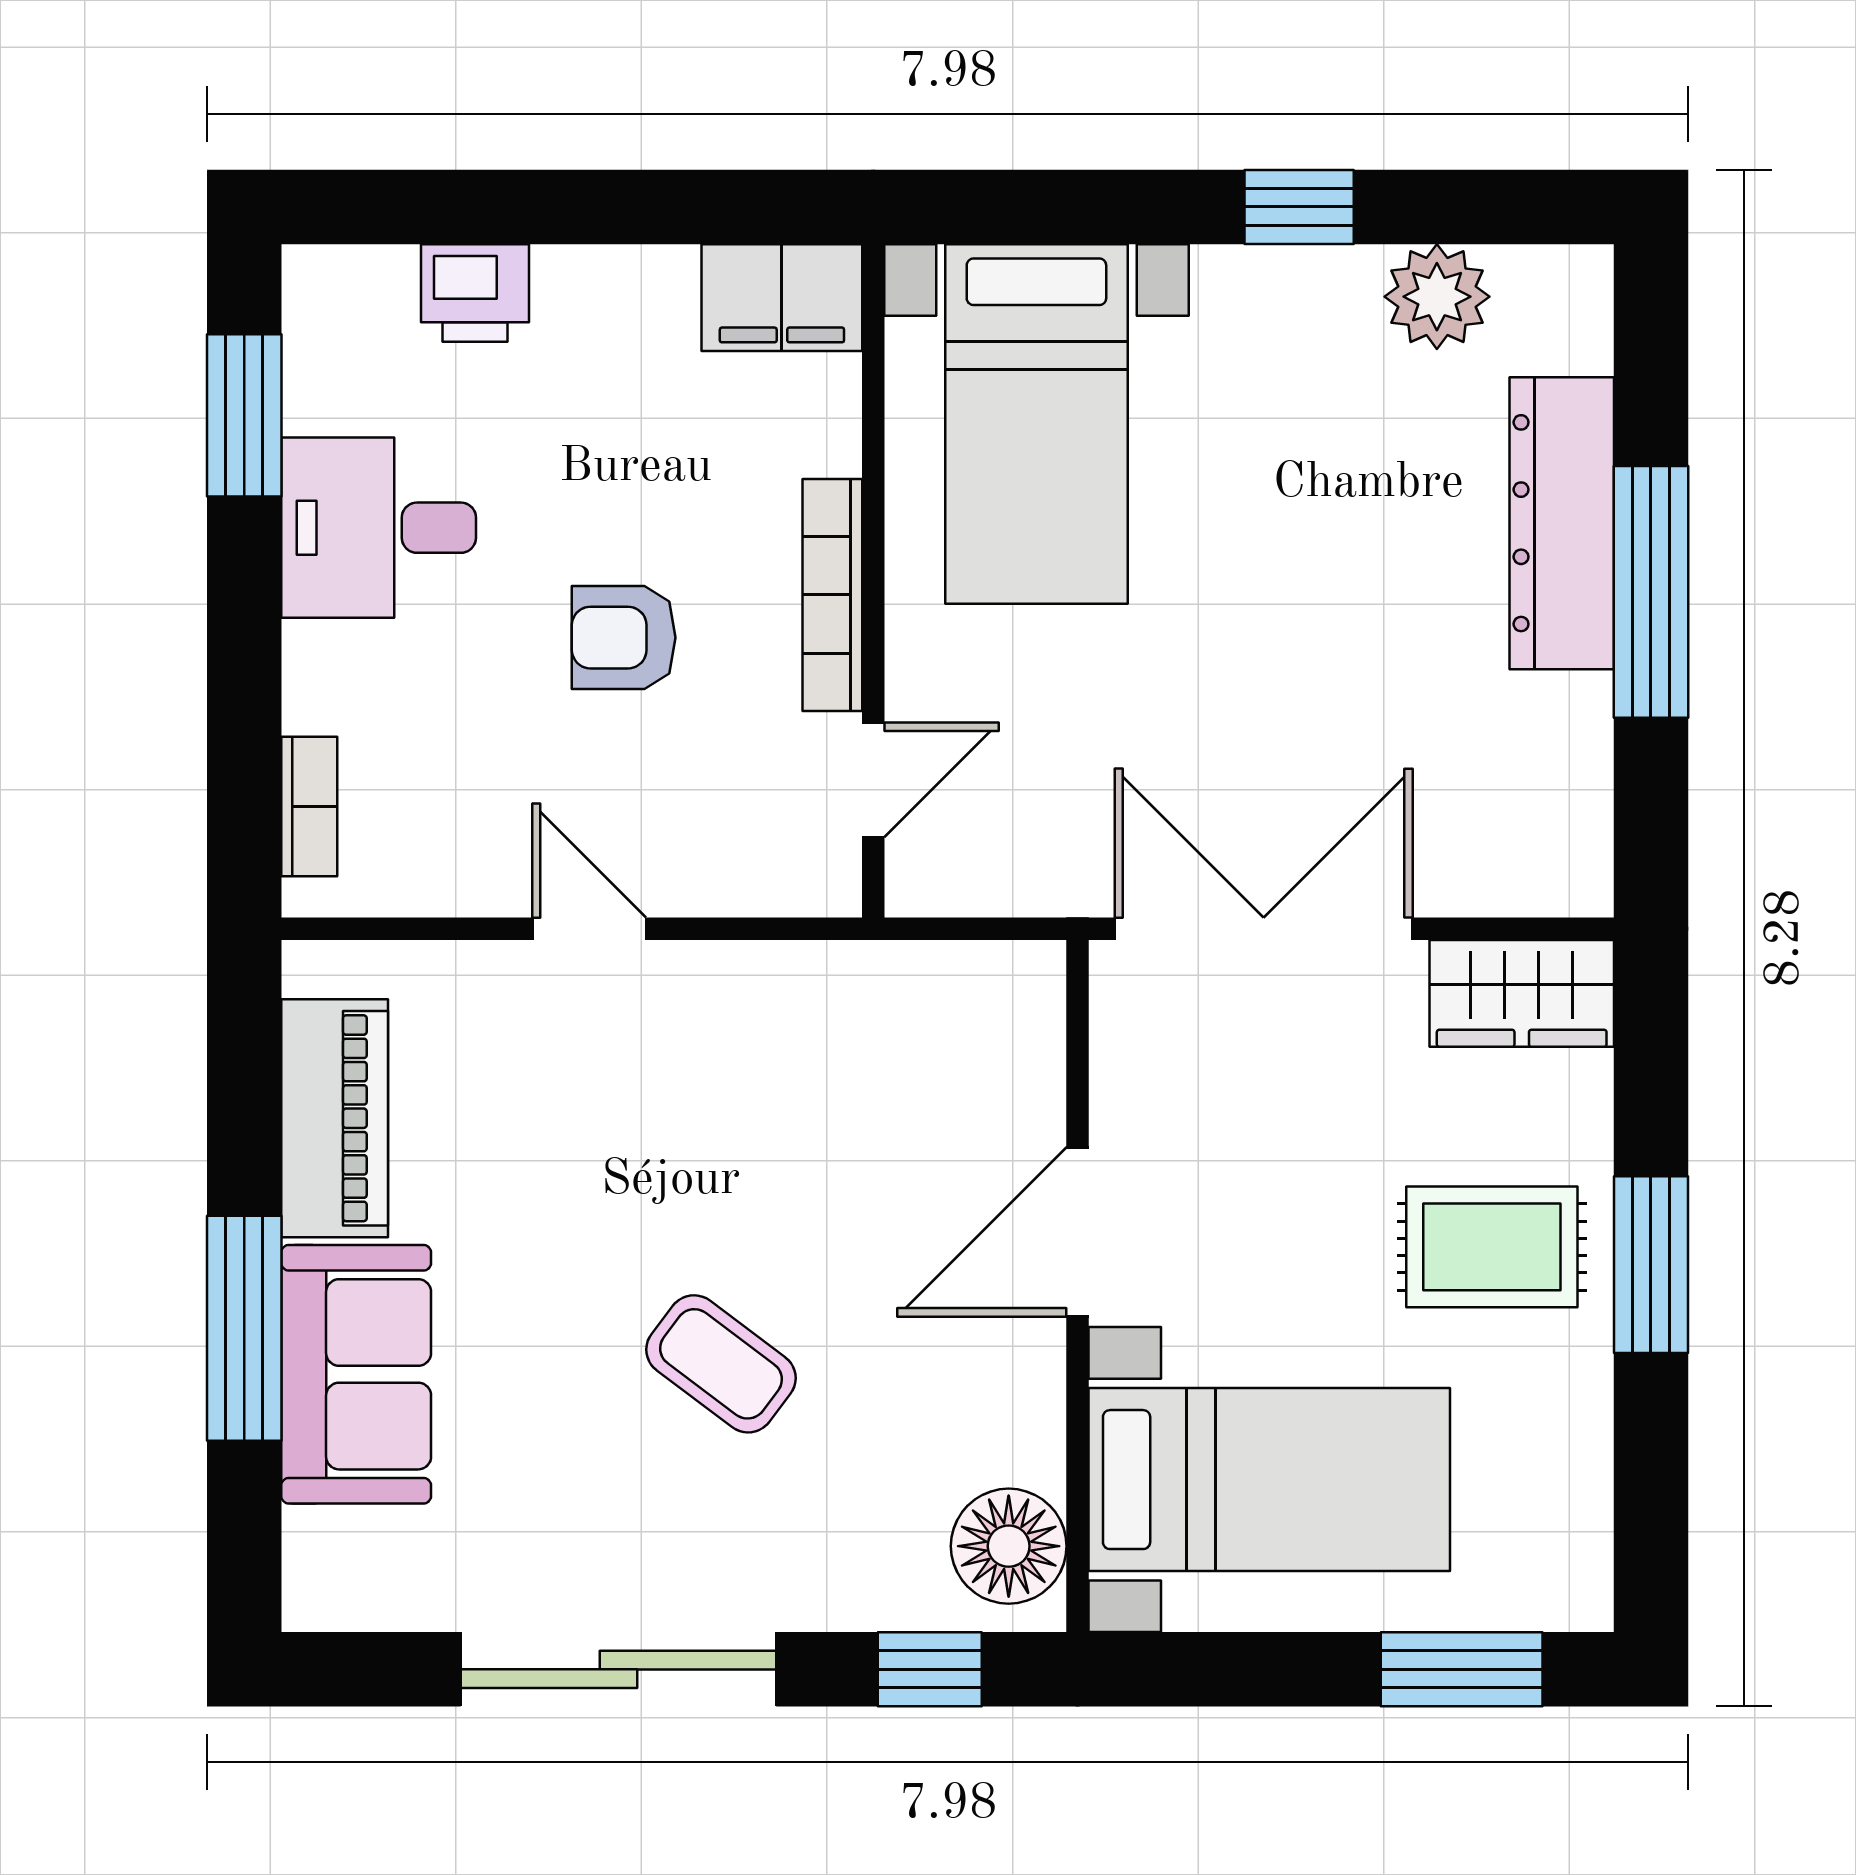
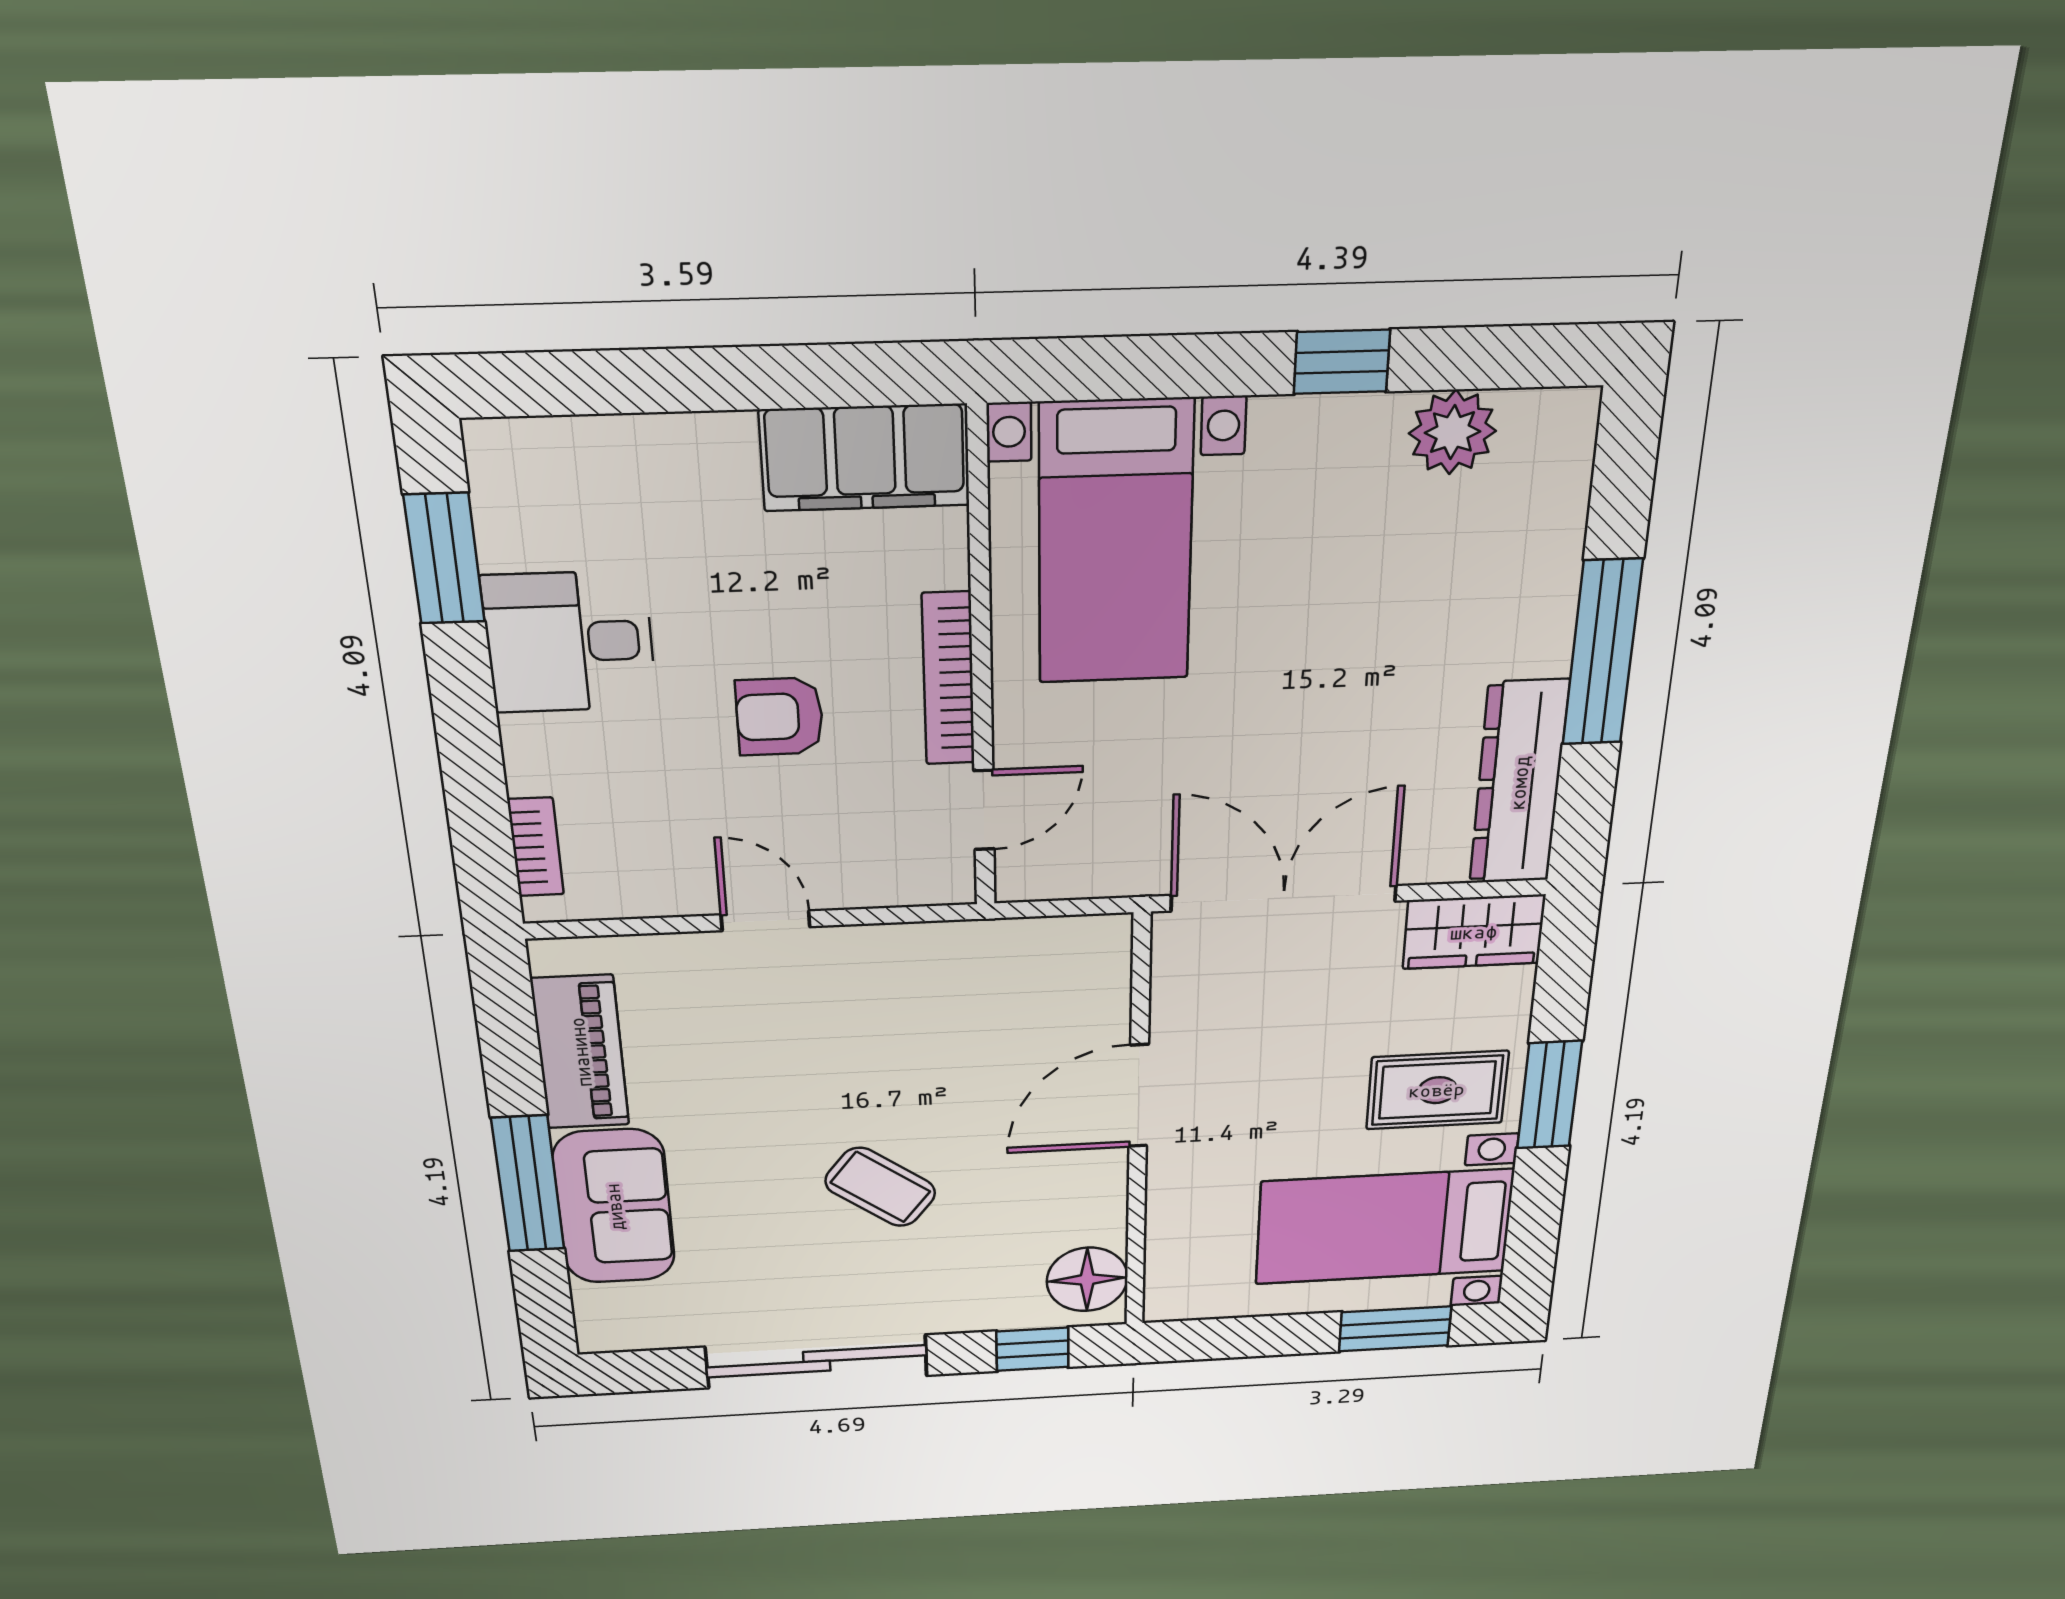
printer: (475, 293) -> (634, 454), removed
filing cabinet: (782, 298) -> (865, 458), width x1.50, depth x1.17
dresser: (1562, 523) -> (1519, 783), moved
bed with nightstands: (1269, 1480) -> (1384, 1227), moved, turned 180

